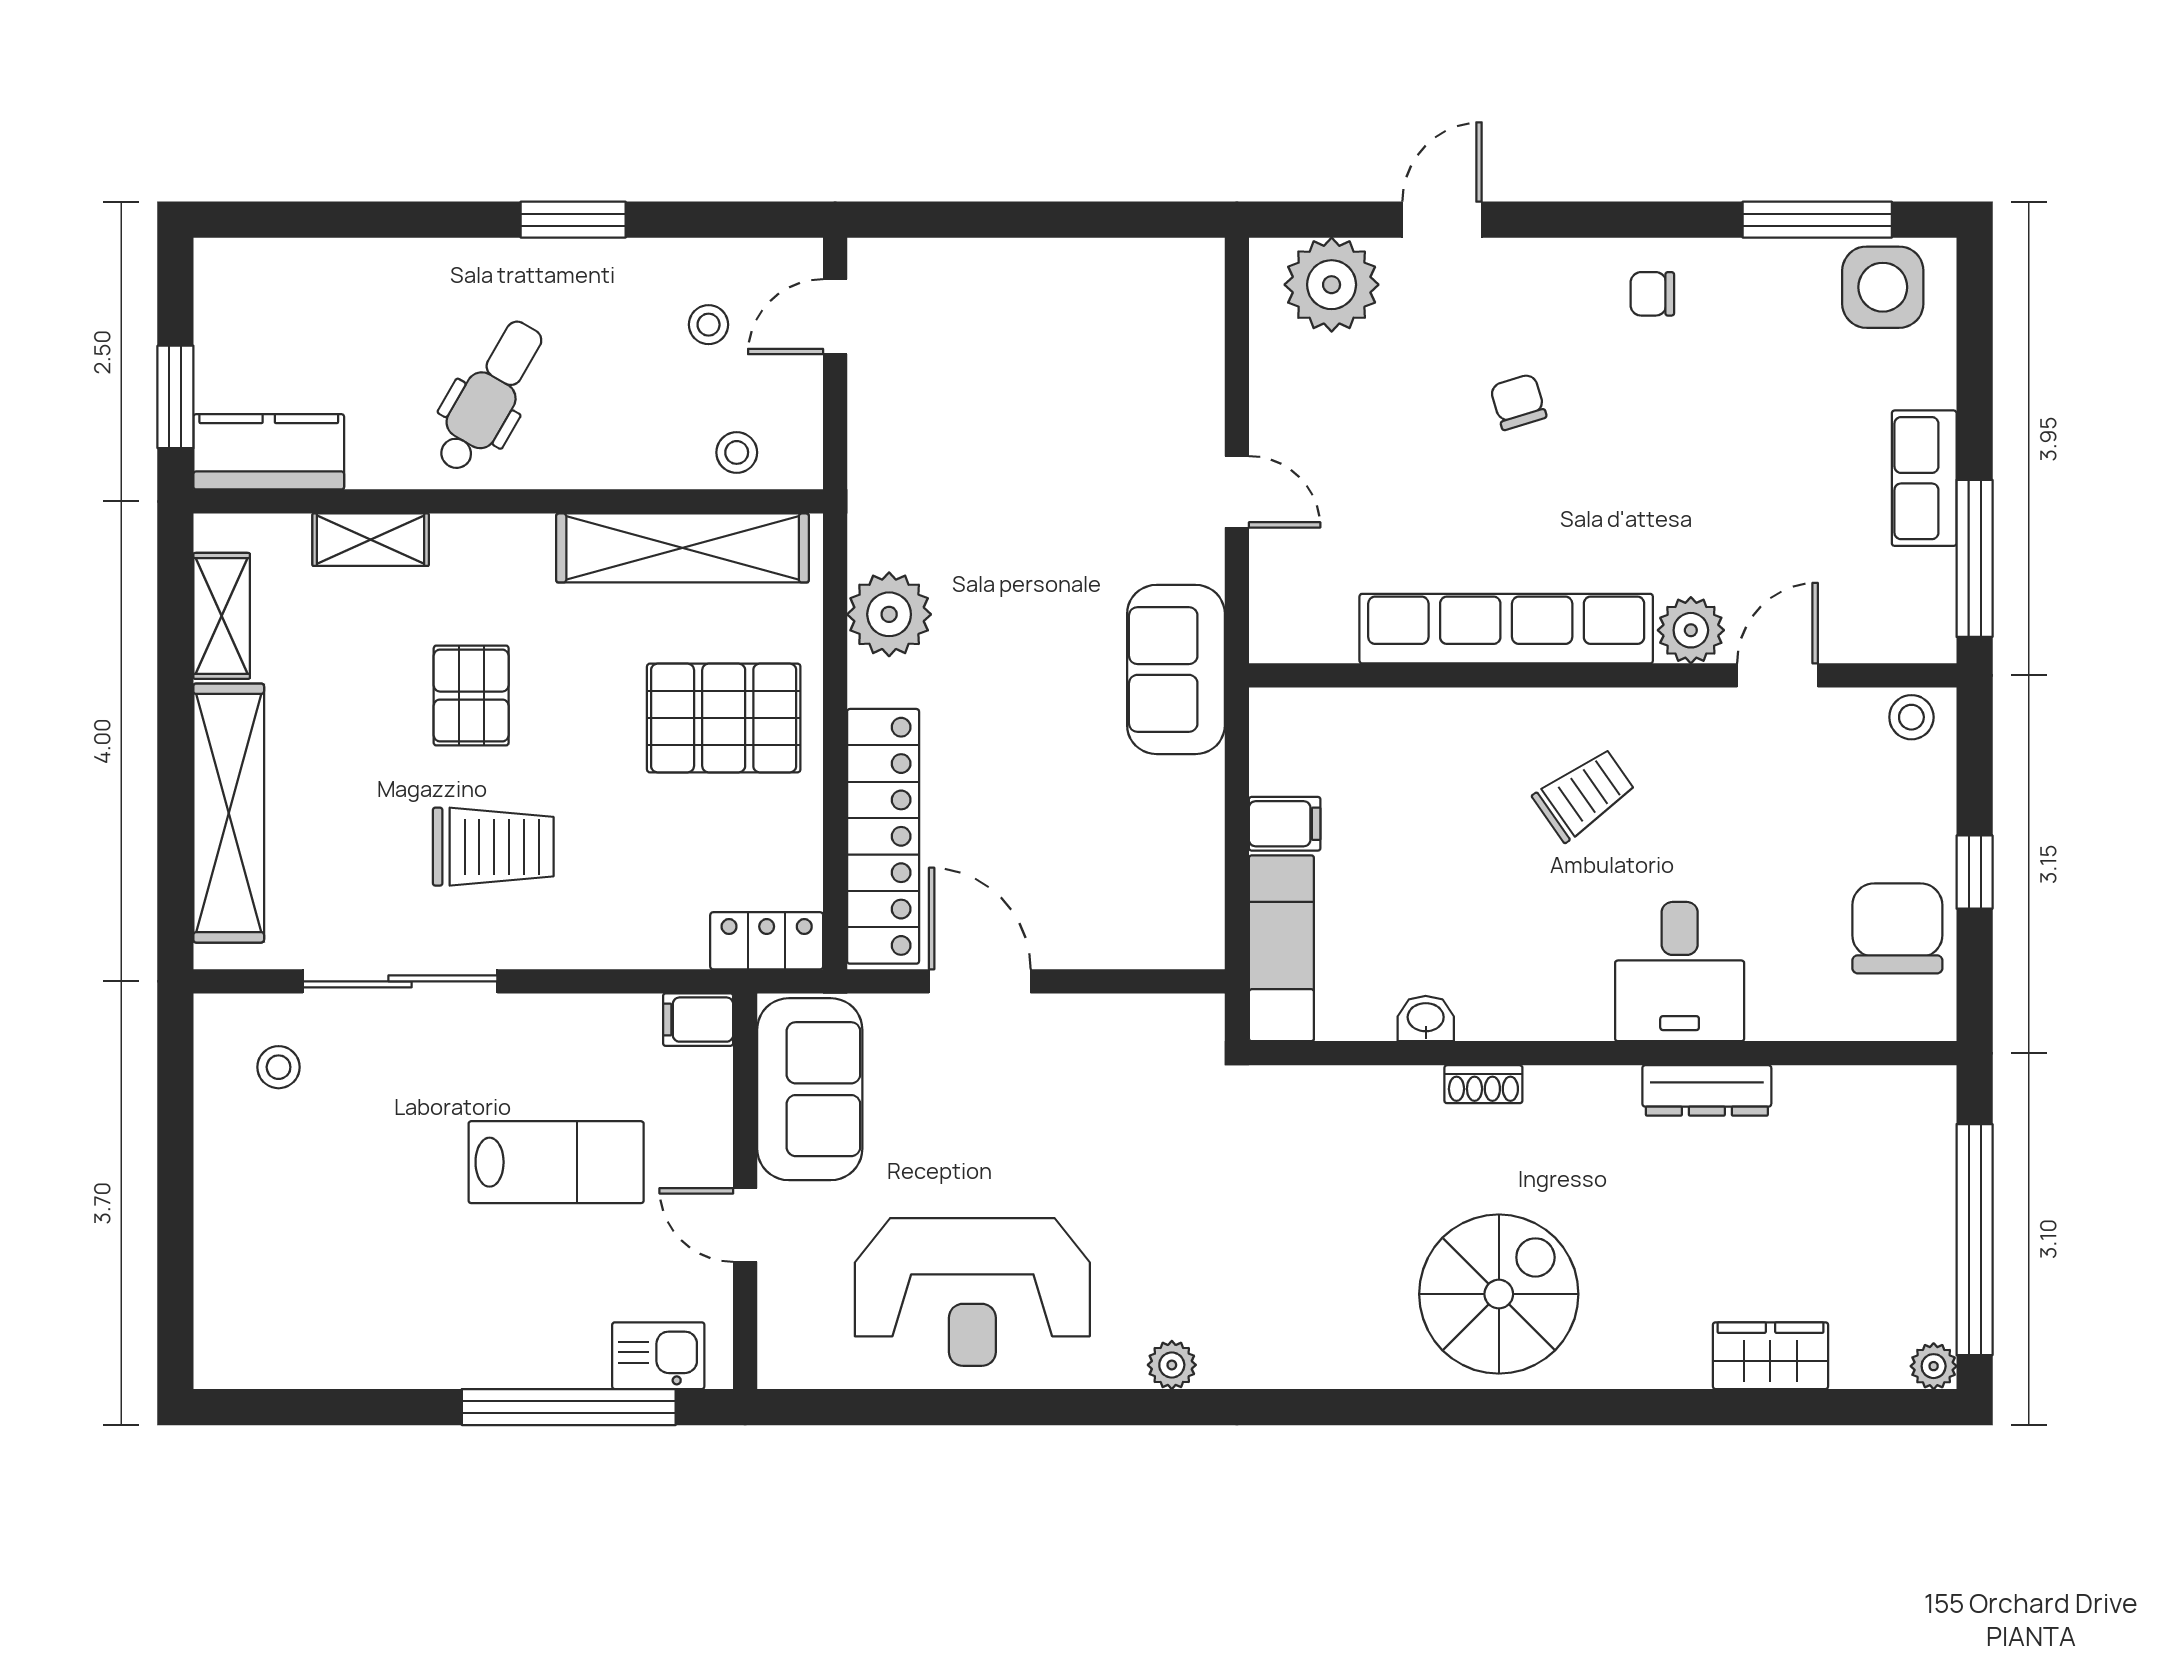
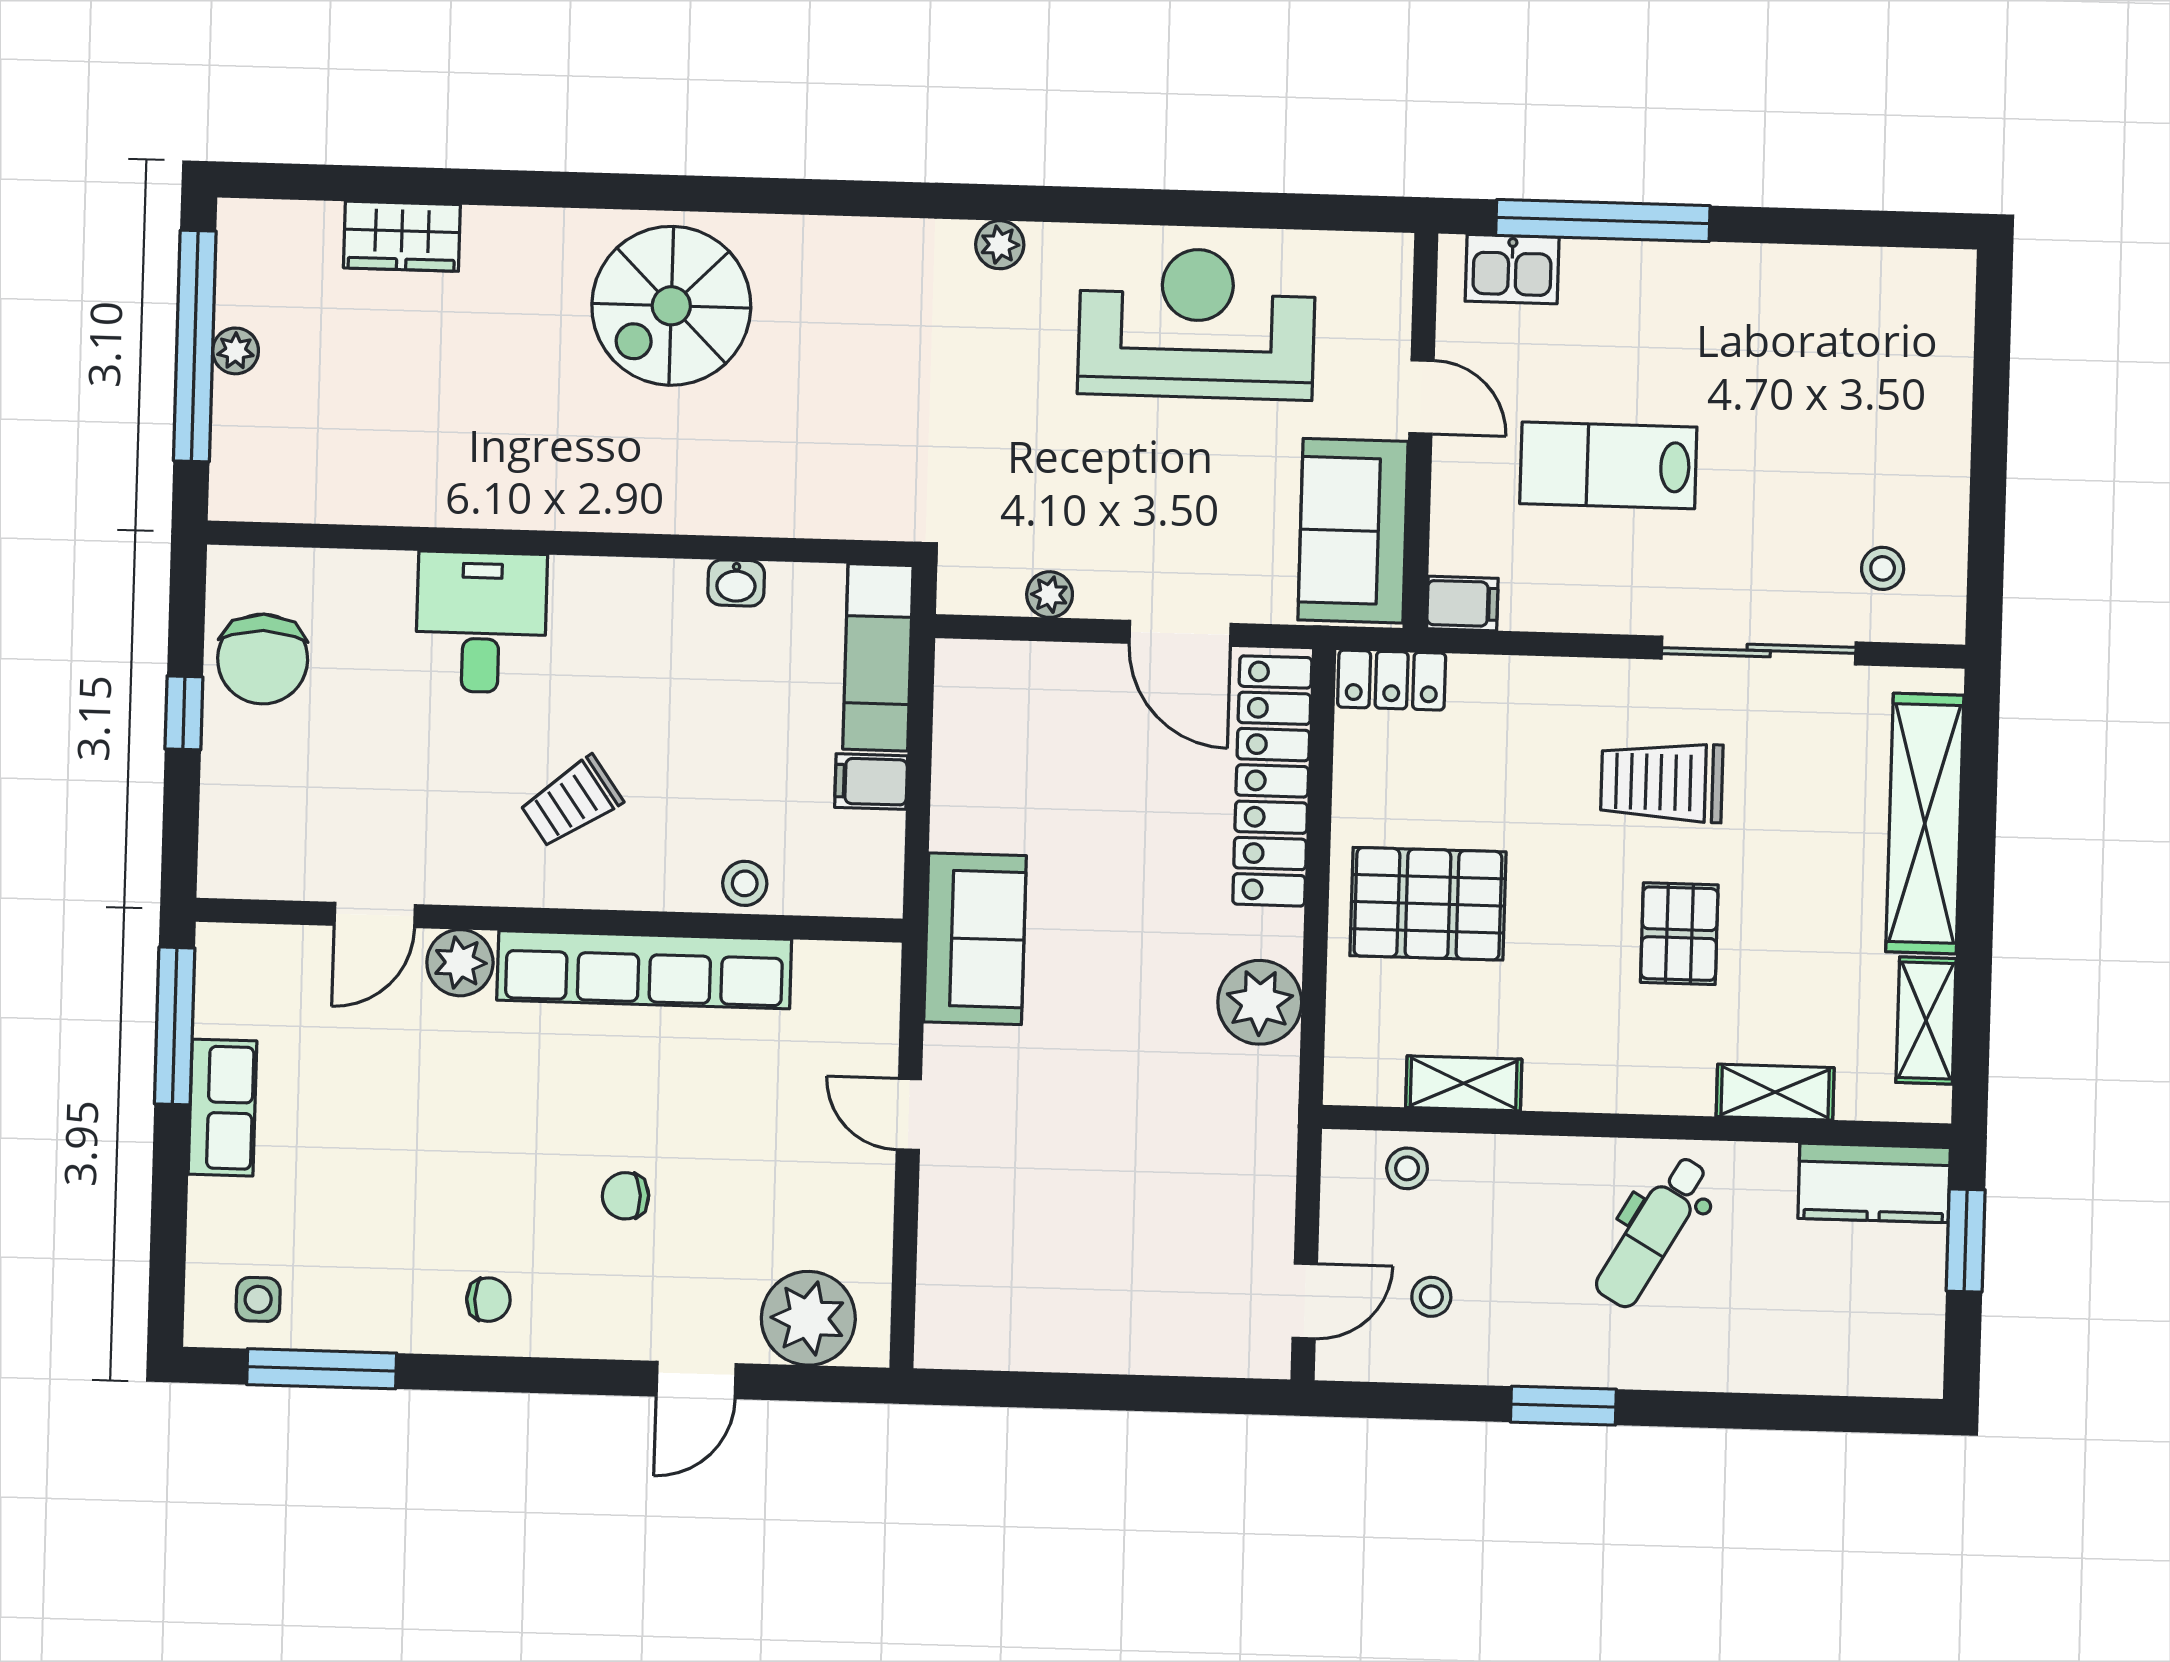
side table: (1883, 287) -> (258, 1299), width x0.54, depth x0.54
chair: (1518, 402) -> (625, 1196), turned 104
shelving: (683, 548) -> (1464, 1083), width x0.45, depth x0.75
stool: (1911, 717) -> (745, 883), moved
plant: (1112, 1016) -> (1050, 595), added
shoe rack: (1483, 1084) -> (680, 516), removed
dresser: (1707, 1090) -> (458, 503), removed
plant: (1934, 1366) -> (236, 351), moved

